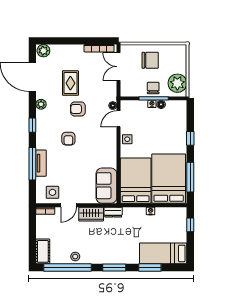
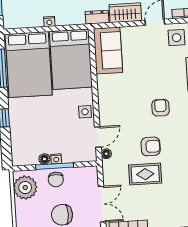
rug: (70, 83) -> (145, 174), moved, turned 90

